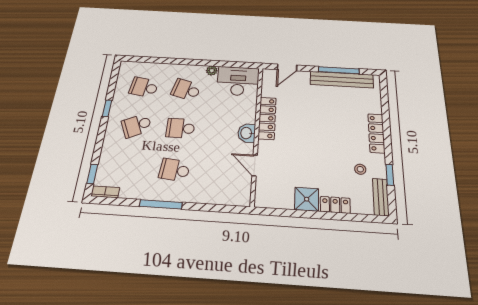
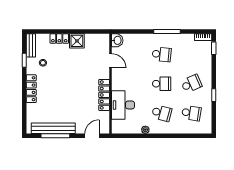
desk: (238, 81) -> (123, 105), moved, turned 90
washbasin: (247, 133) -> (117, 40), moved

